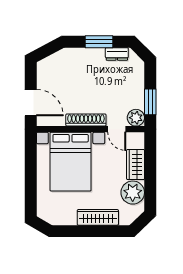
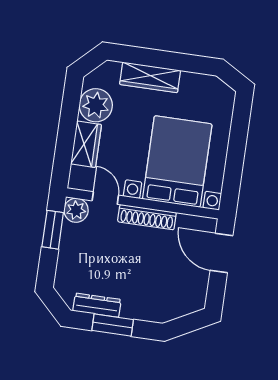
dresser: (117, 54) -> (97, 305), width x1.44

